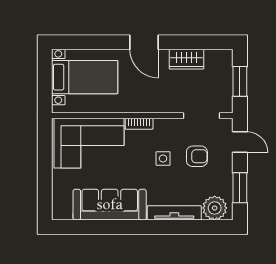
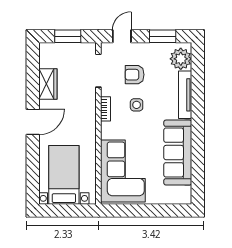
bookcase: (139, 124) -> (106, 109), moved
armchair: (197, 156) -> (135, 75), turned -90

